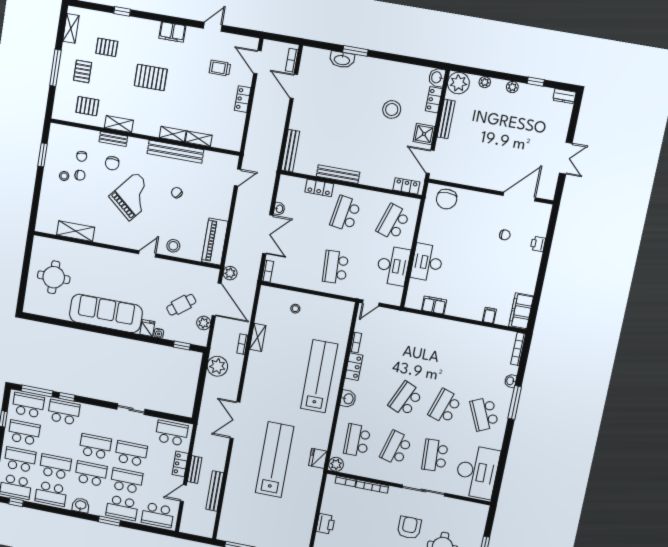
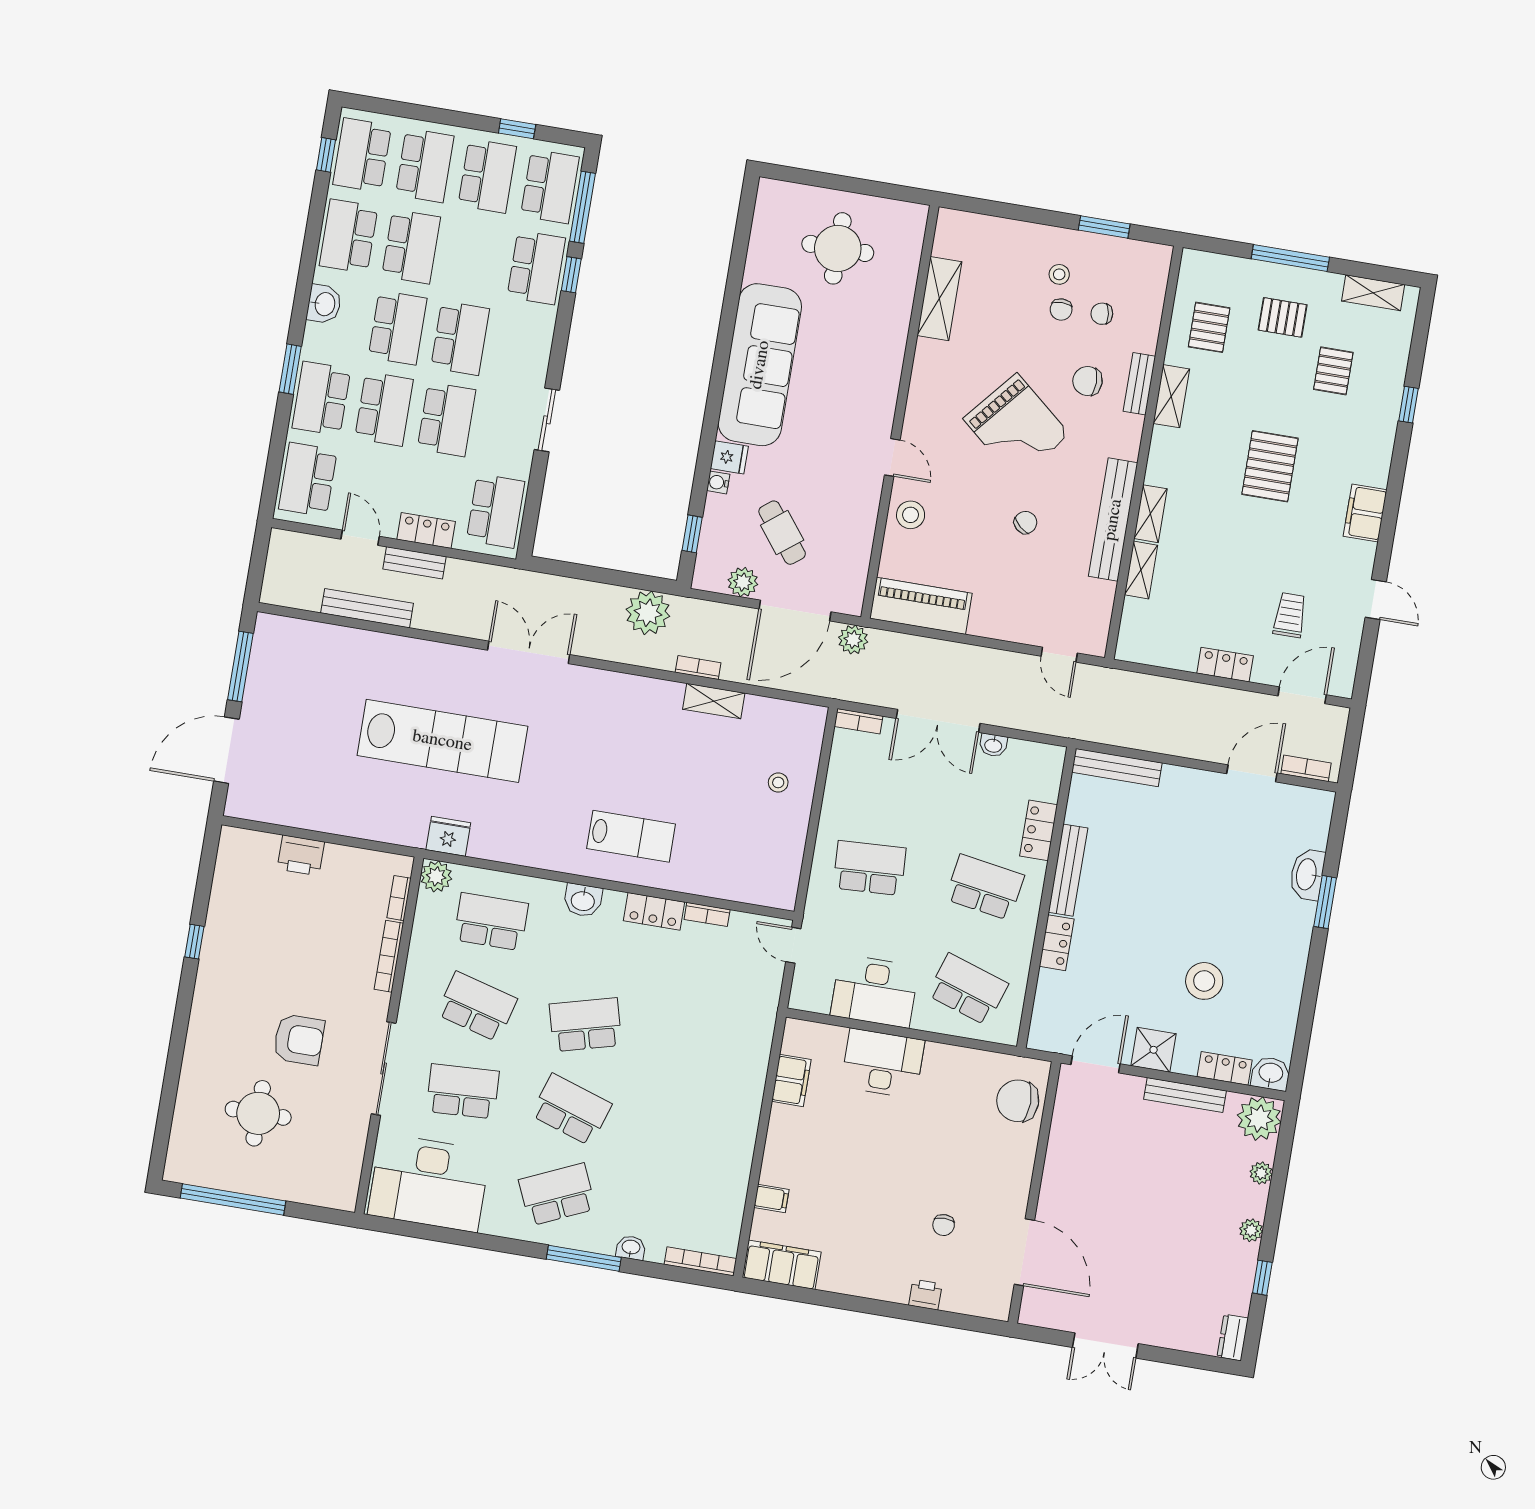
locker: (406, 186) -> (1057, 943), moved
lab bench: (319, 376) -> (631, 836), width x0.54, depth x0.72
school desk: (406, 399) -> (585, 1025), turned -39

